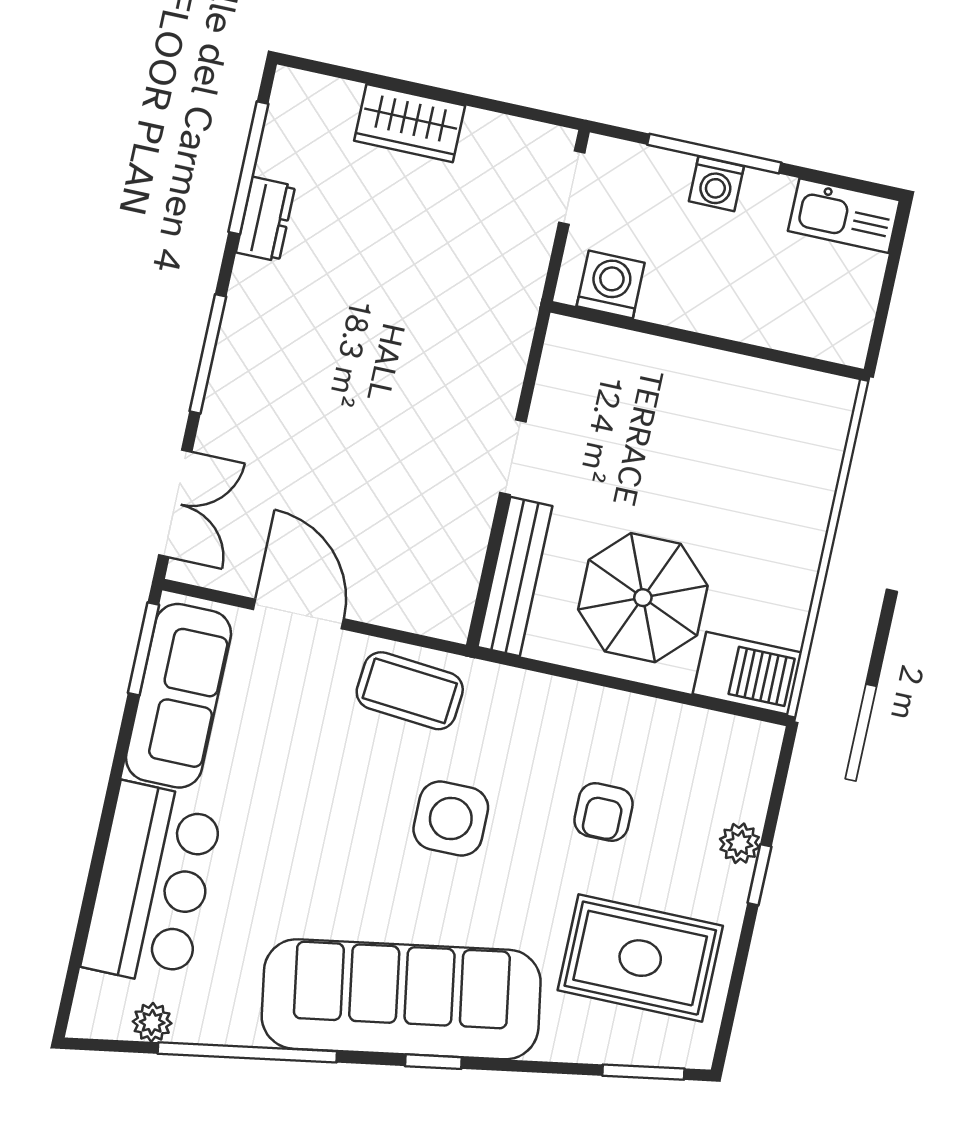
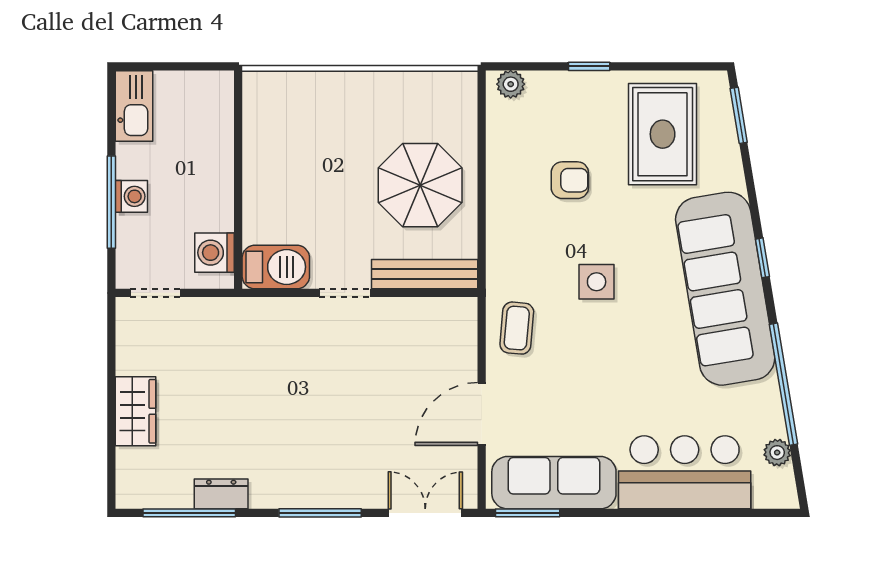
barbecue: (747, 673) -> (276, 267), moved, turned 90
coffee table: (410, 691) -> (517, 328), width x0.73, depth x0.77
side table: (451, 818) -> (597, 282), width x0.73, depth x0.73
plant: (740, 843) -> (511, 84), moved

